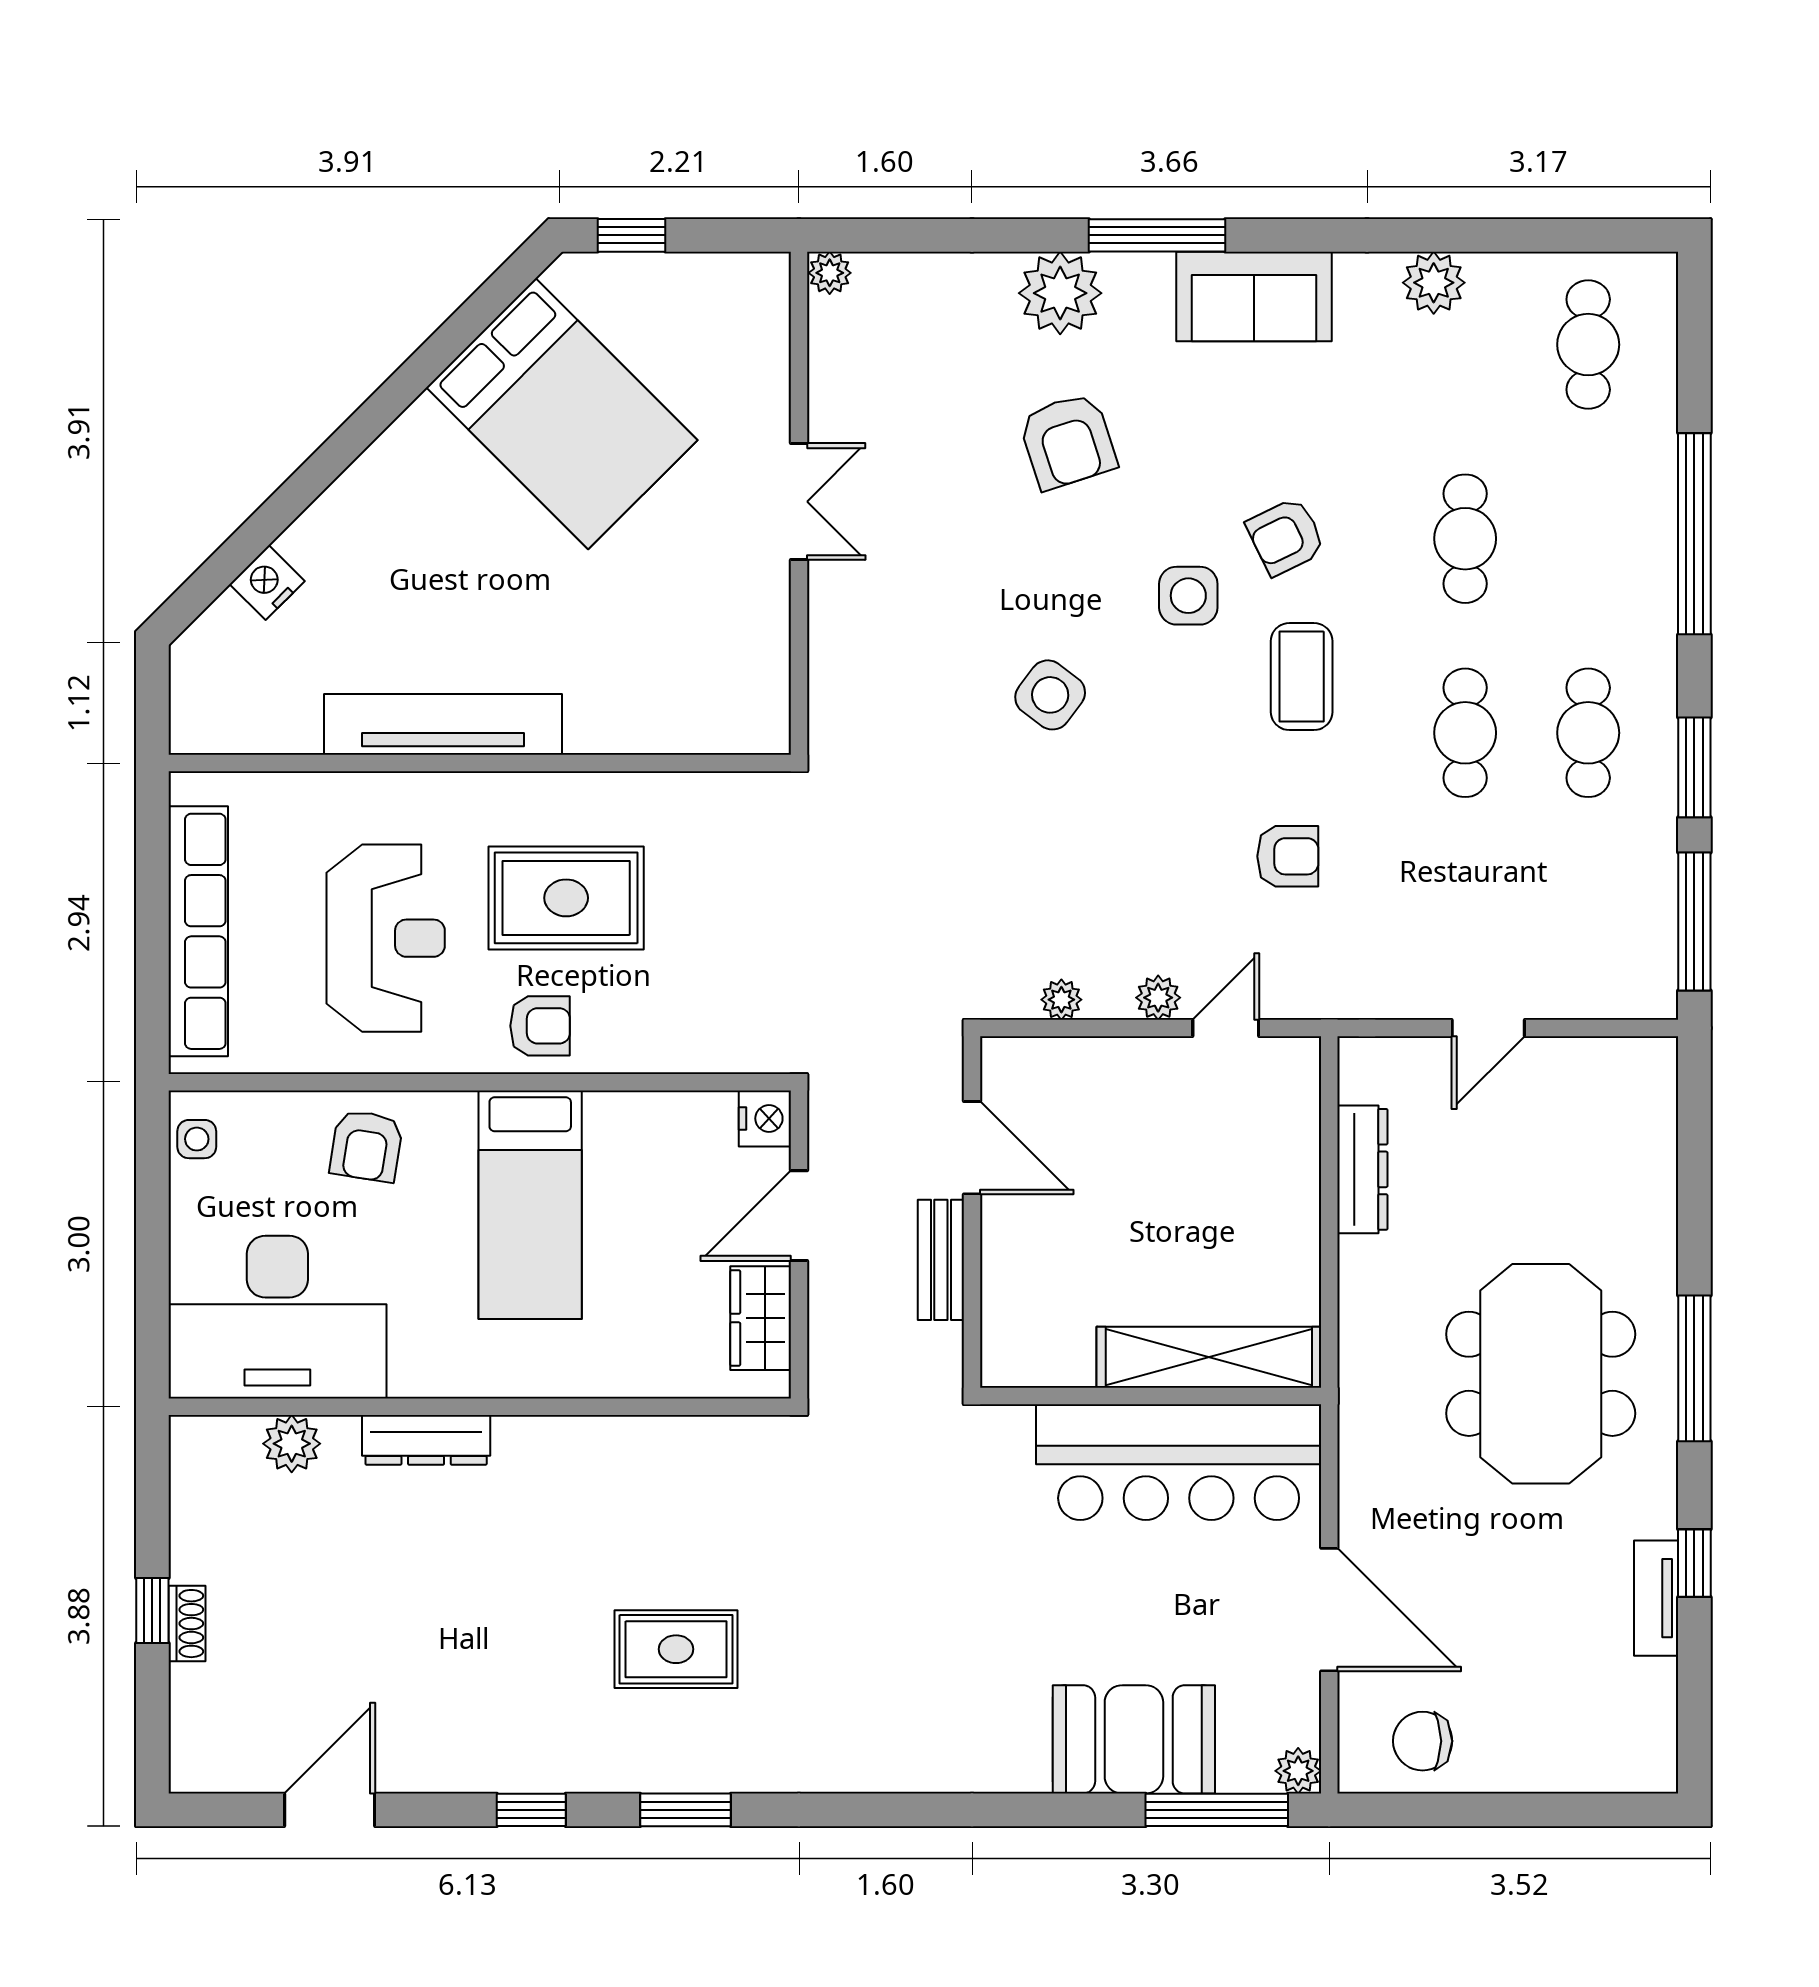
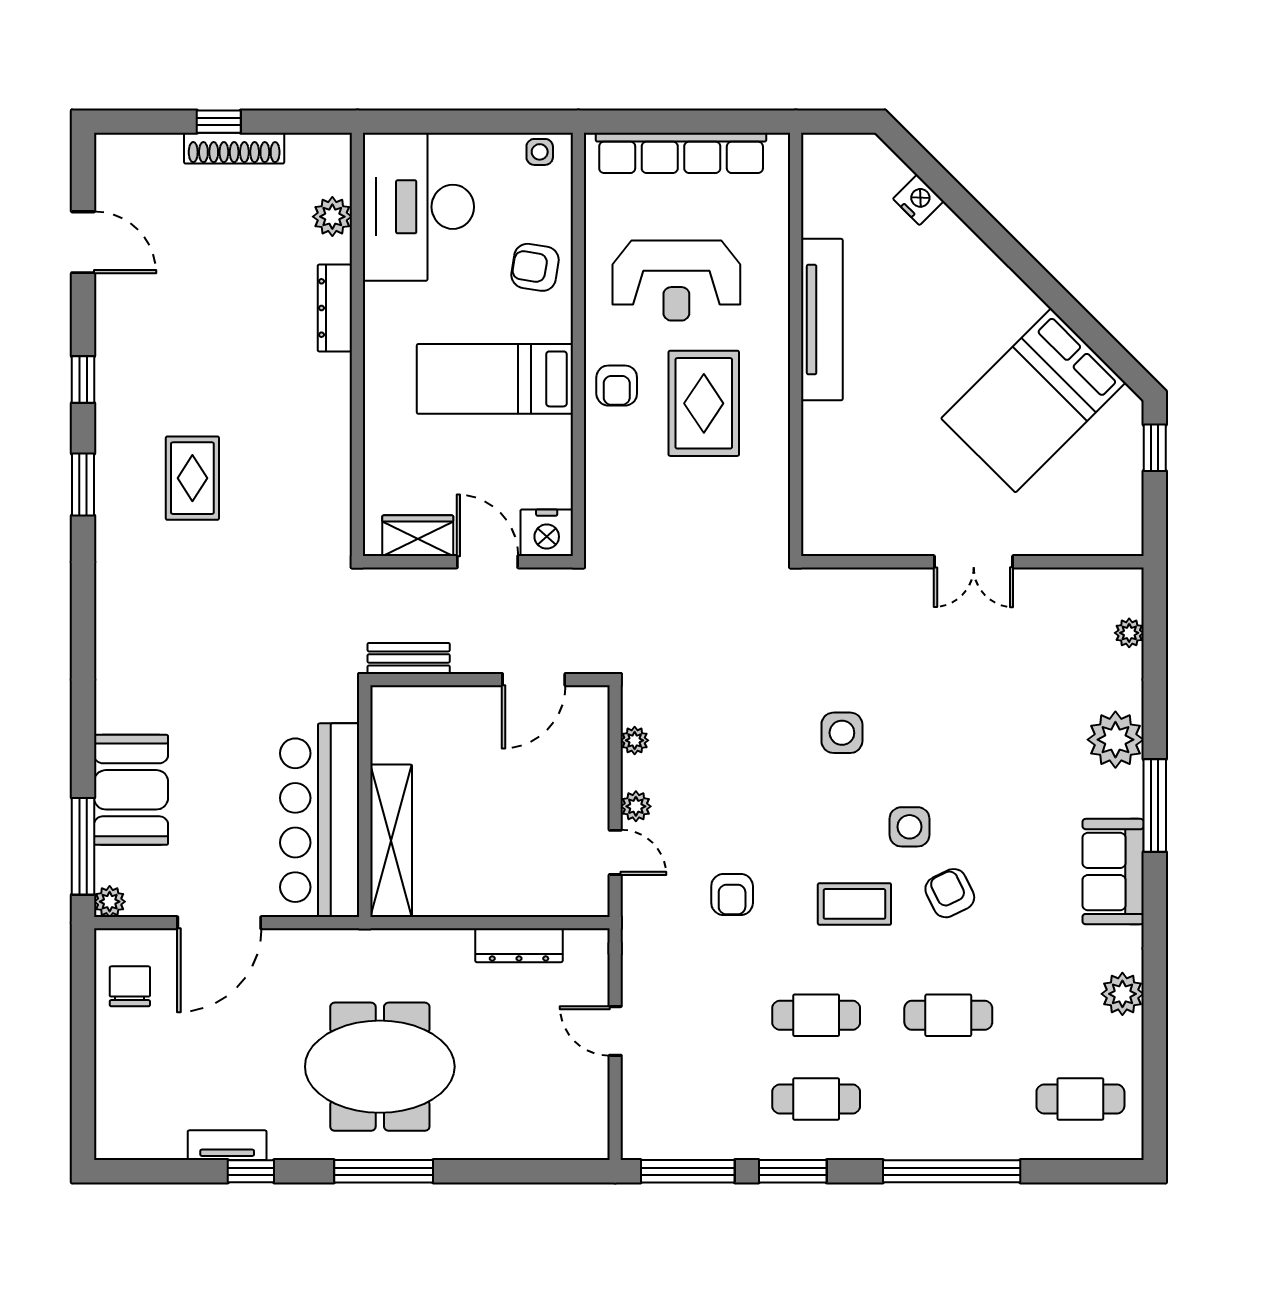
plant: (830, 273) -> (1129, 633), moved
armchair: (1068, 441) -> (1015, 745), removed
side table: (1050, 695) -> (842, 733), turned -37
nightstand: (765, 1118) -> (547, 533), width x1.36, depth x1.33
bench: (941, 1260) -> (409, 658), moved
shoe rack: (187, 1624) -> (234, 148), width x1.94, depth x1.24

